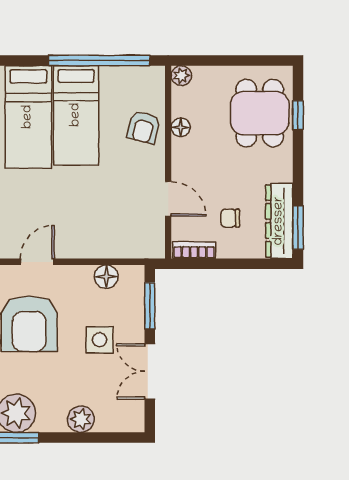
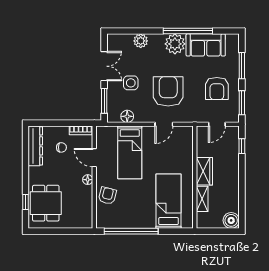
plant: (181, 76) -> (87, 223), removed
bed: (76, 115) -> (130, 152), moved, turned 180
floor lamp: (181, 127) -> (88, 180), moved
window: (298, 227) -> (25, 143), removed

